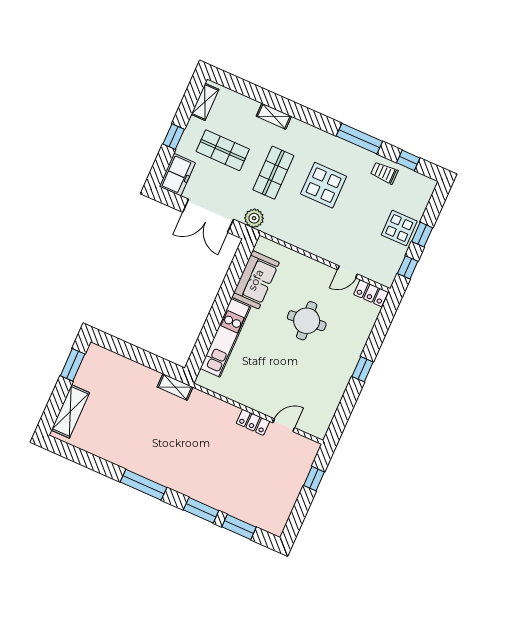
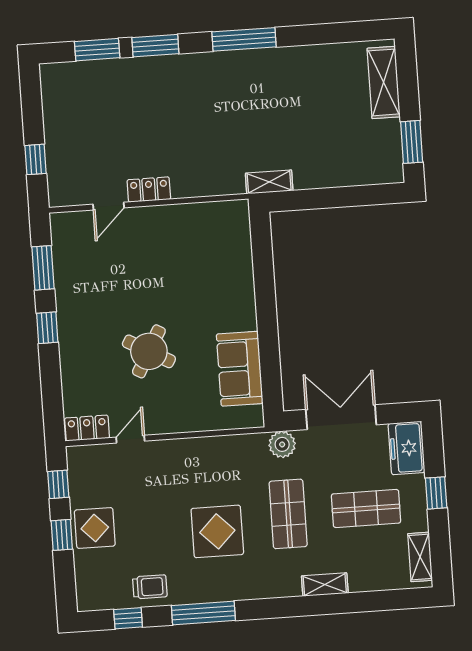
round table: (307, 321) -> (149, 351), turned 34
kitchen unit: (225, 338) -> (239, 276), removed
window: (345, 408) -> (43, 268), added

